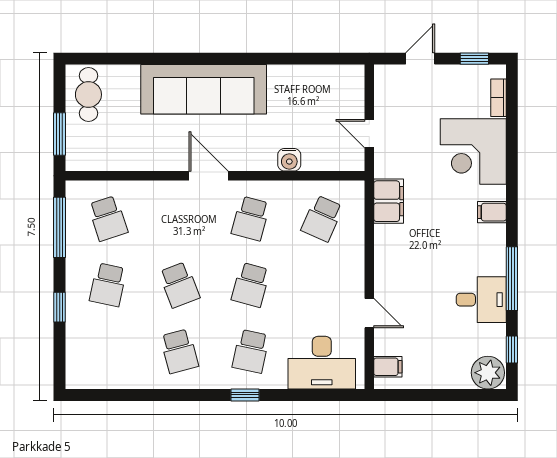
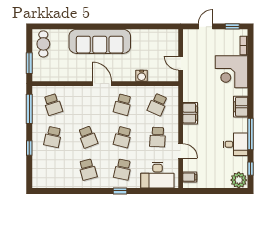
filing cabinet: (389, 201) -> (190, 113), moved
filing cabinet: (492, 212) -> (241, 107), width x2.00
school desk: (322, 285) -> (158, 137), added

